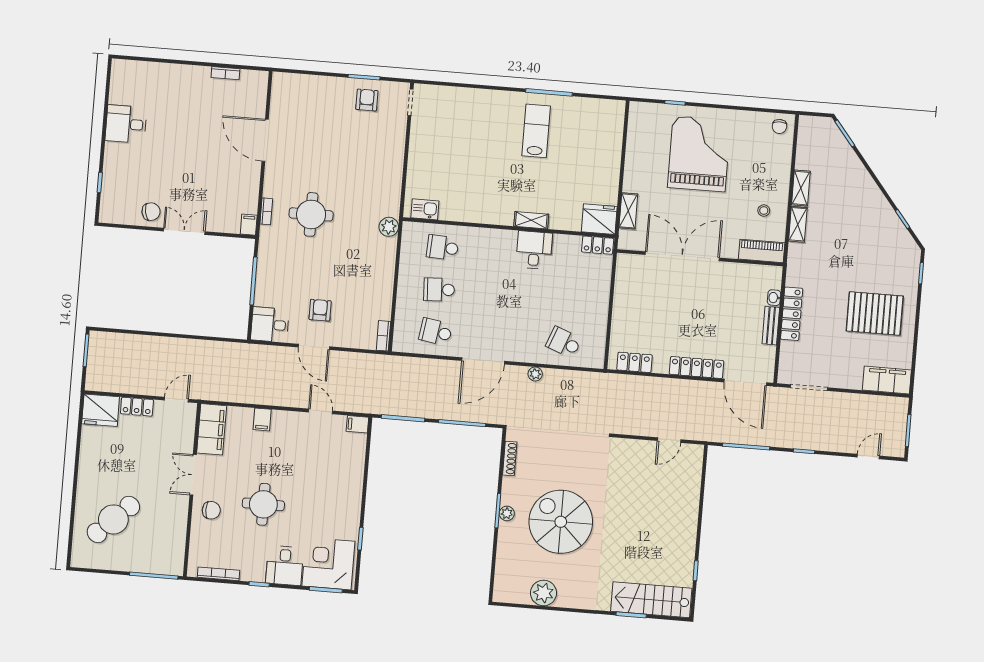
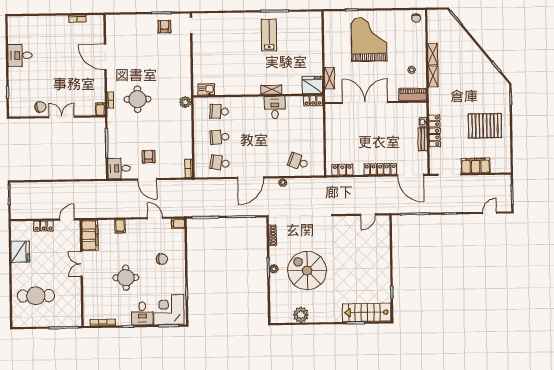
filing cabinet: (887, 380) -> (476, 166), moved
fridge: (101, 410) -> (20, 252), moved, turned -90
chair: (211, 510) -> (162, 259), moved
cafe table: (113, 519) -> (36, 296), turned 44

